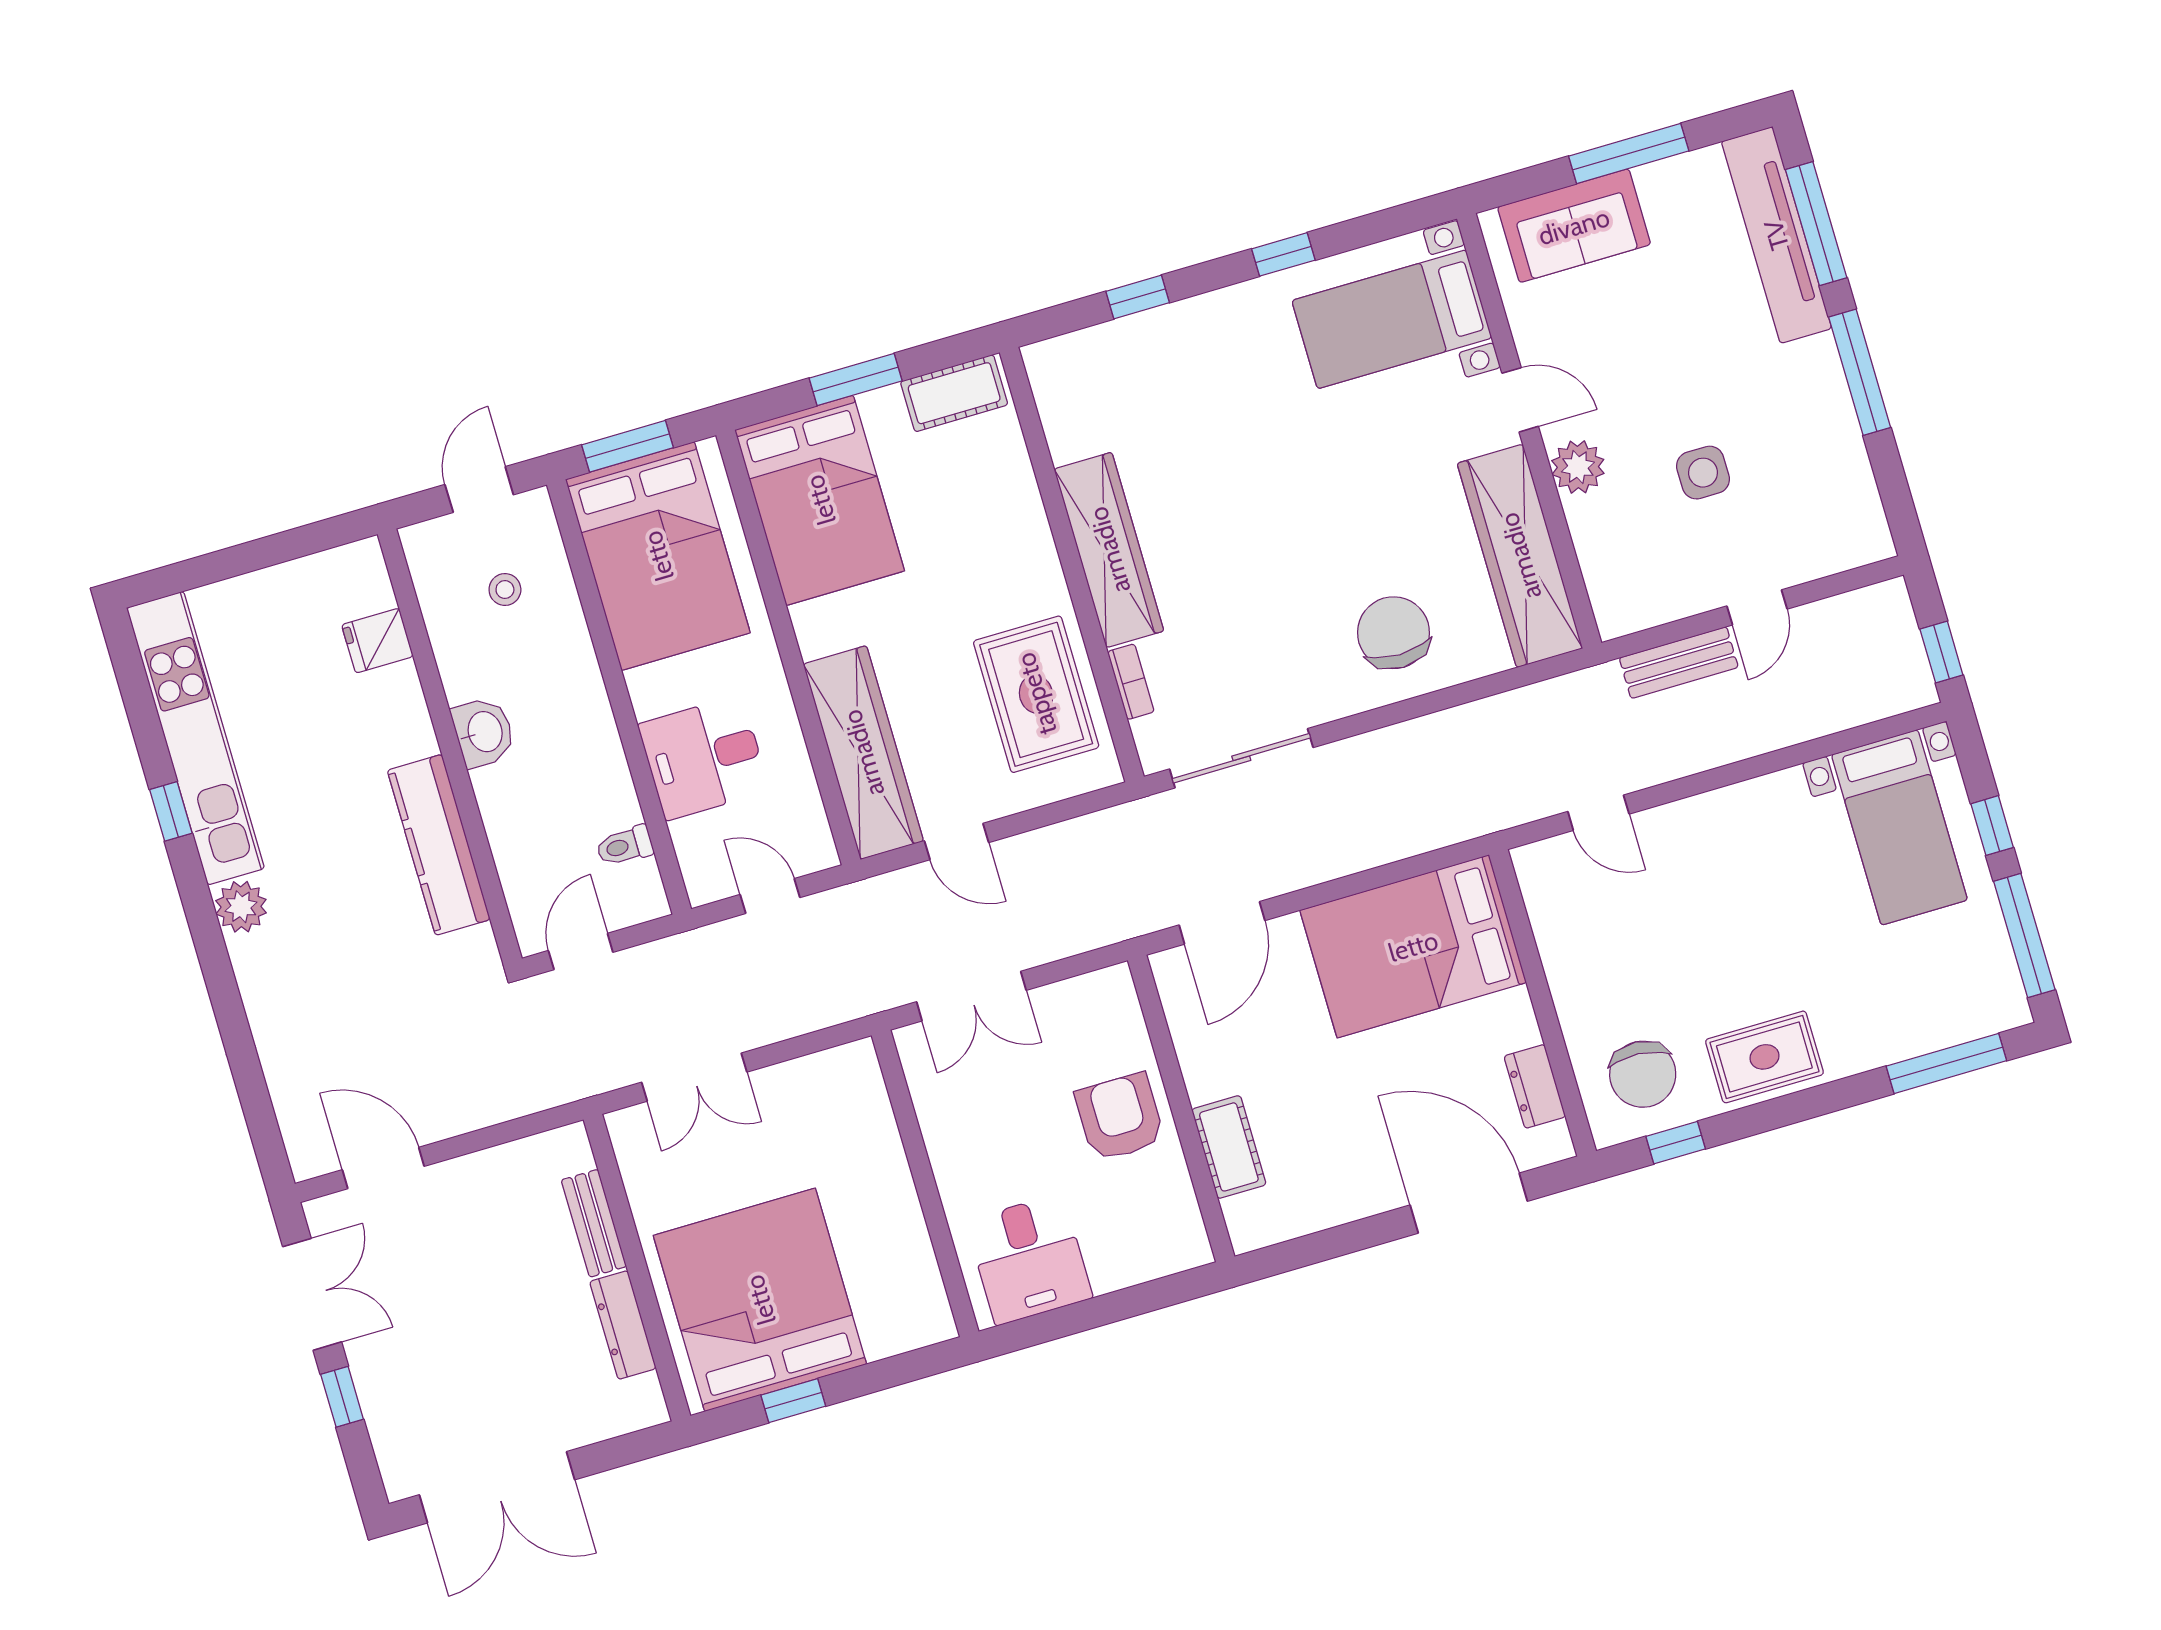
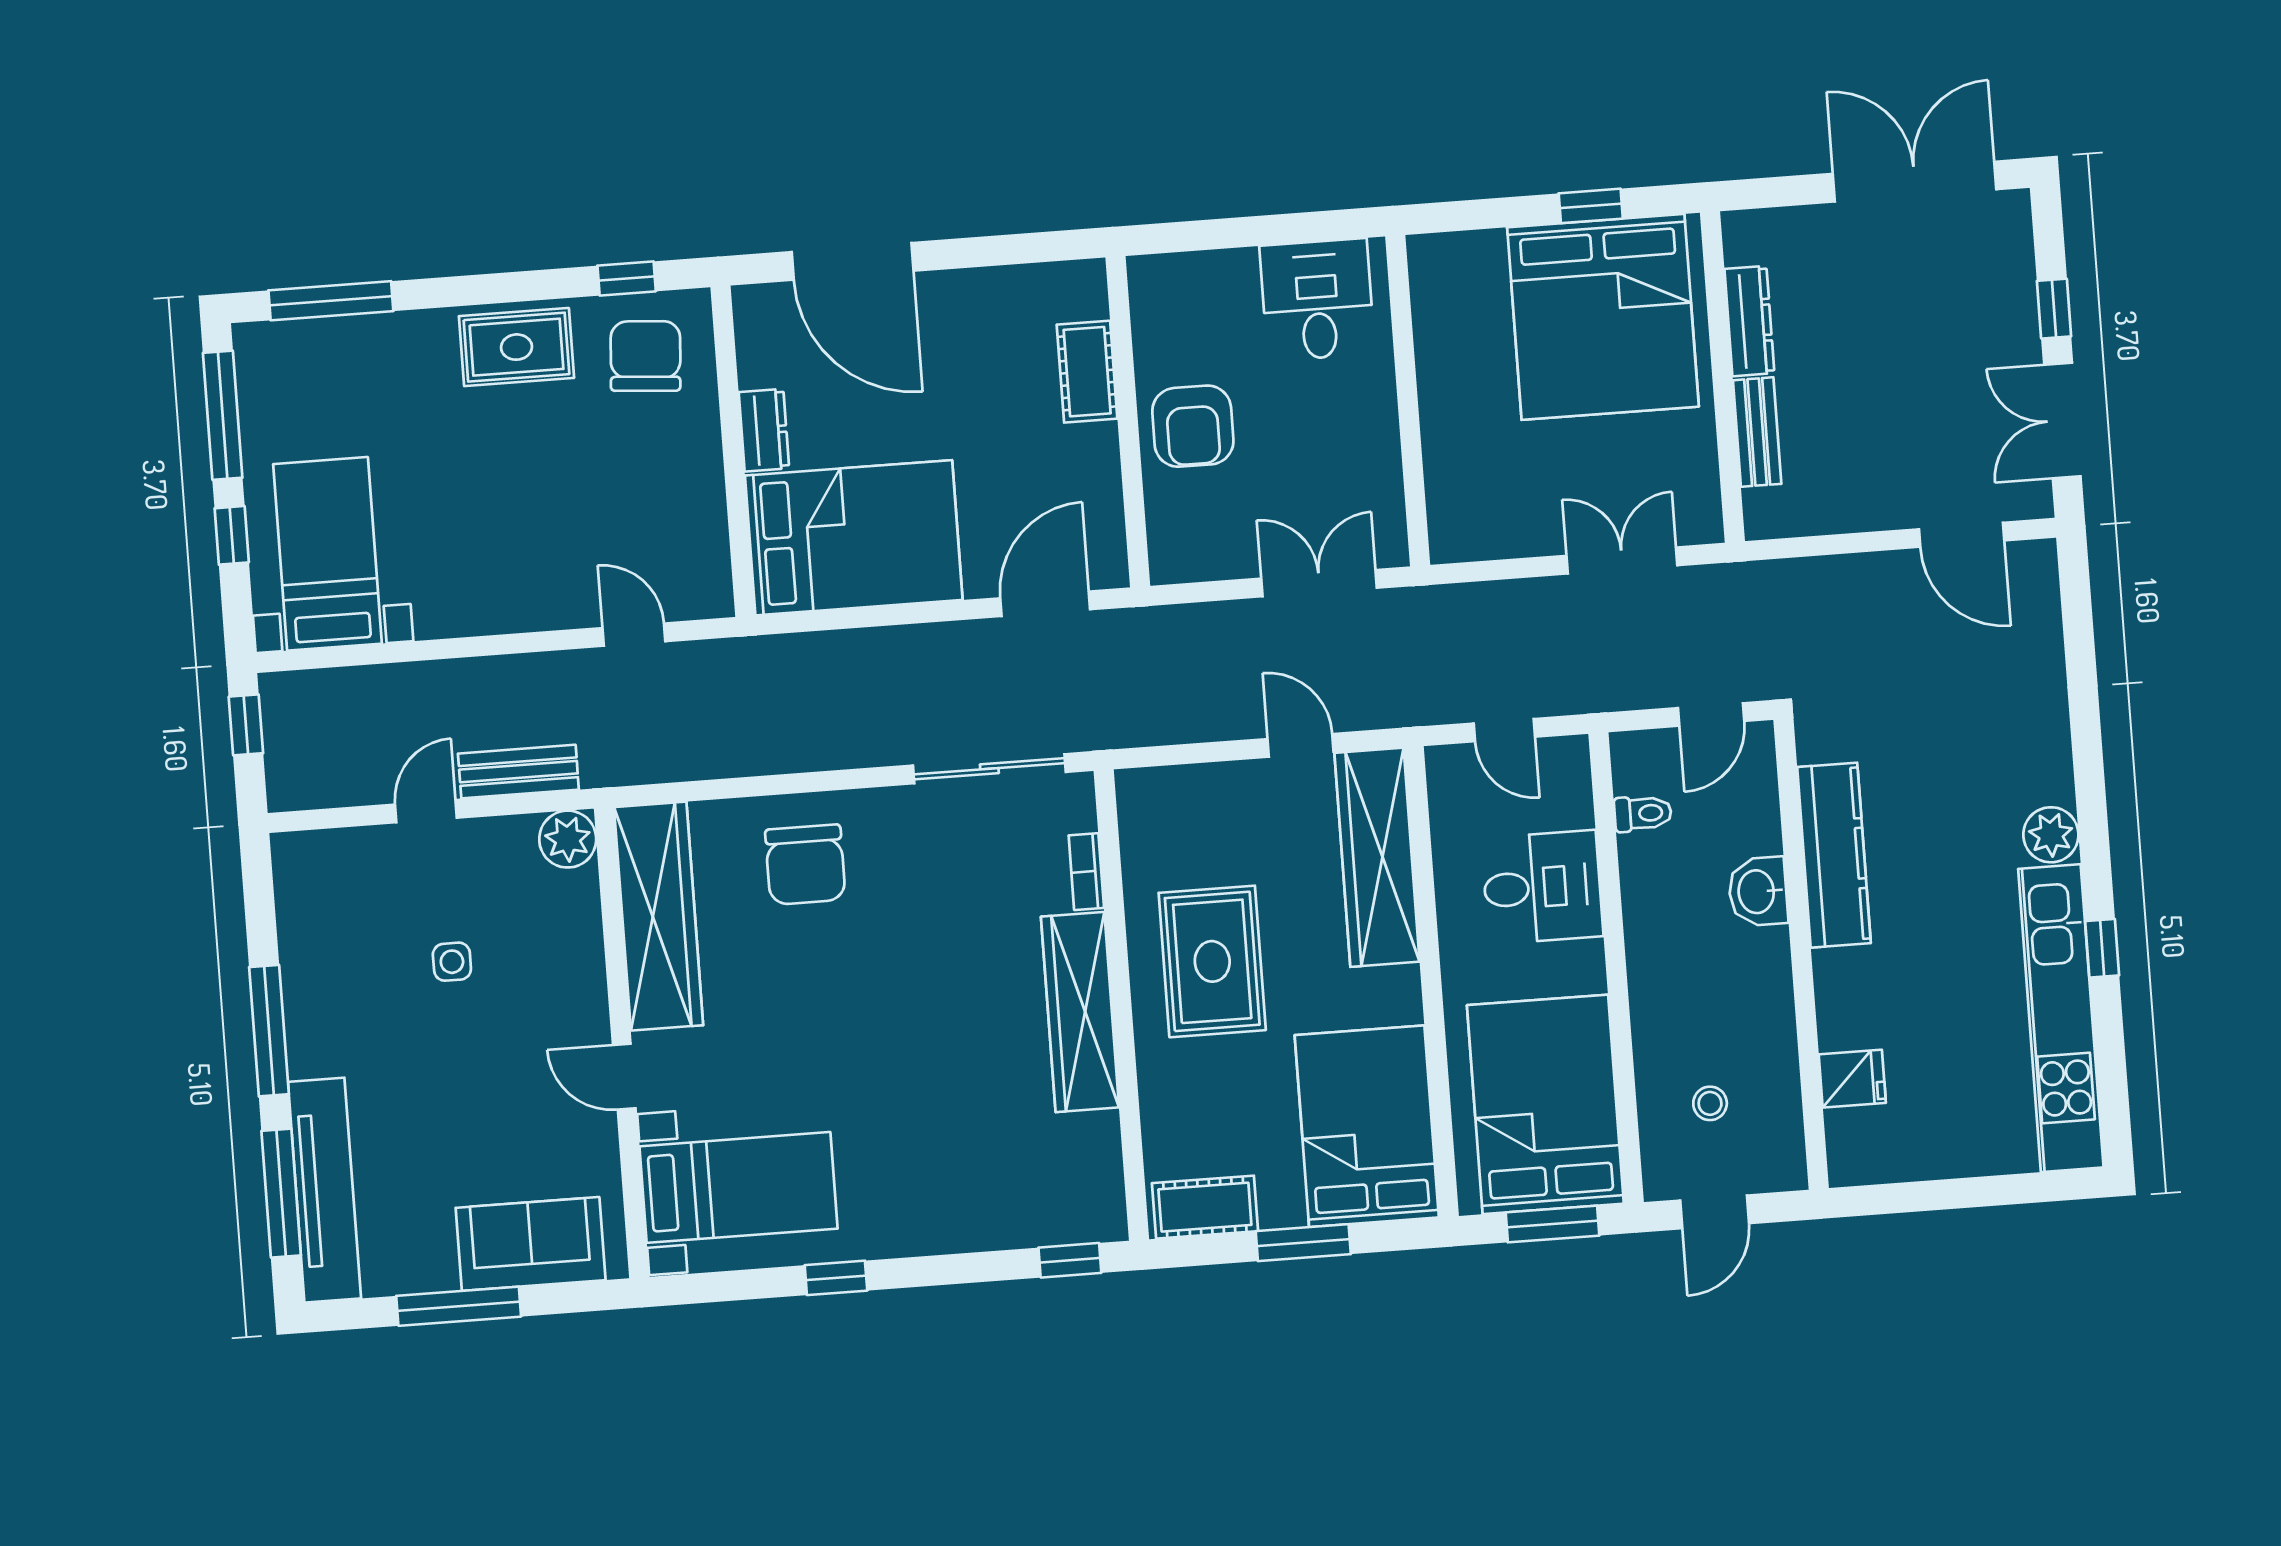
window: (1138, 297) -> (1070, 1260), moved
plant: (1578, 467) -> (568, 839), moved
side table: (1703, 473) -> (452, 962), width x0.73, depth x0.73
rug: (1036, 694) -> (1212, 961), moved
washbasin: (484, 732) -> (1758, 892), moved
dresser: (1535, 1086) -> (764, 430), moved

